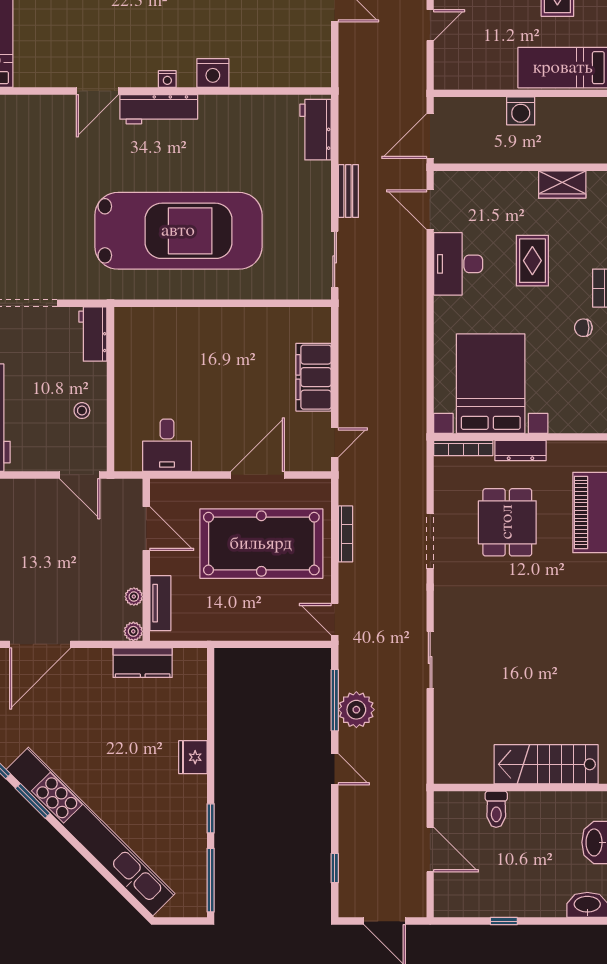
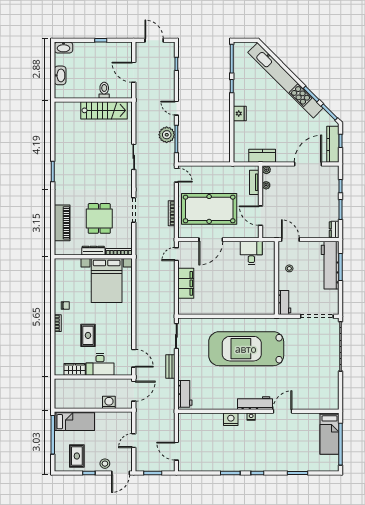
washing machine: (521, 111) -> (109, 402), moved
desk: (458, 264) -> (100, 365), moved, turned 90
stairs: (546, 764) -> (104, 110), moved

